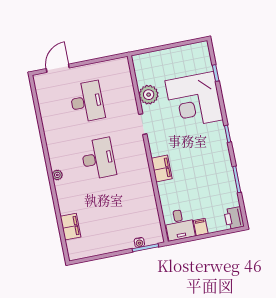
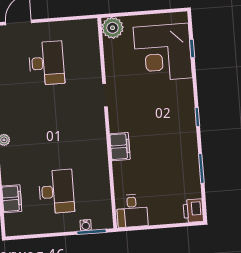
plant: (149, 95) -> (113, 28), moved
corner desk: (194, 100) -> (163, 53), moved
desk: (98, 159) -> (56, 192), moved
filing cabinet: (201, 227) -> (155, 216), removed

